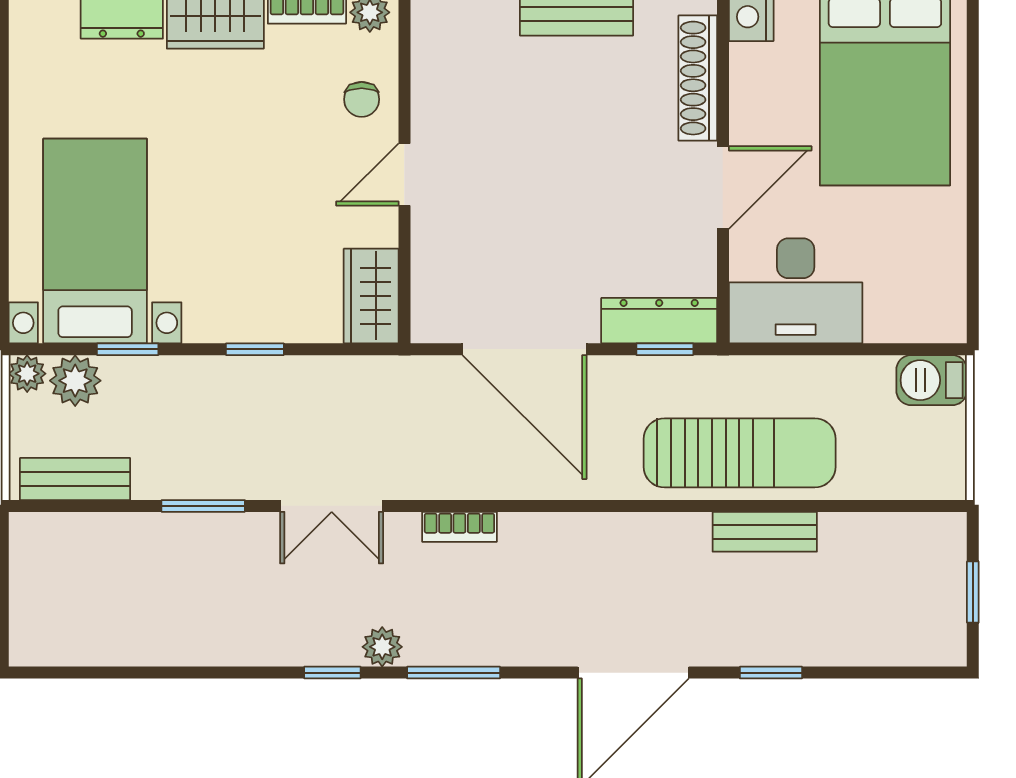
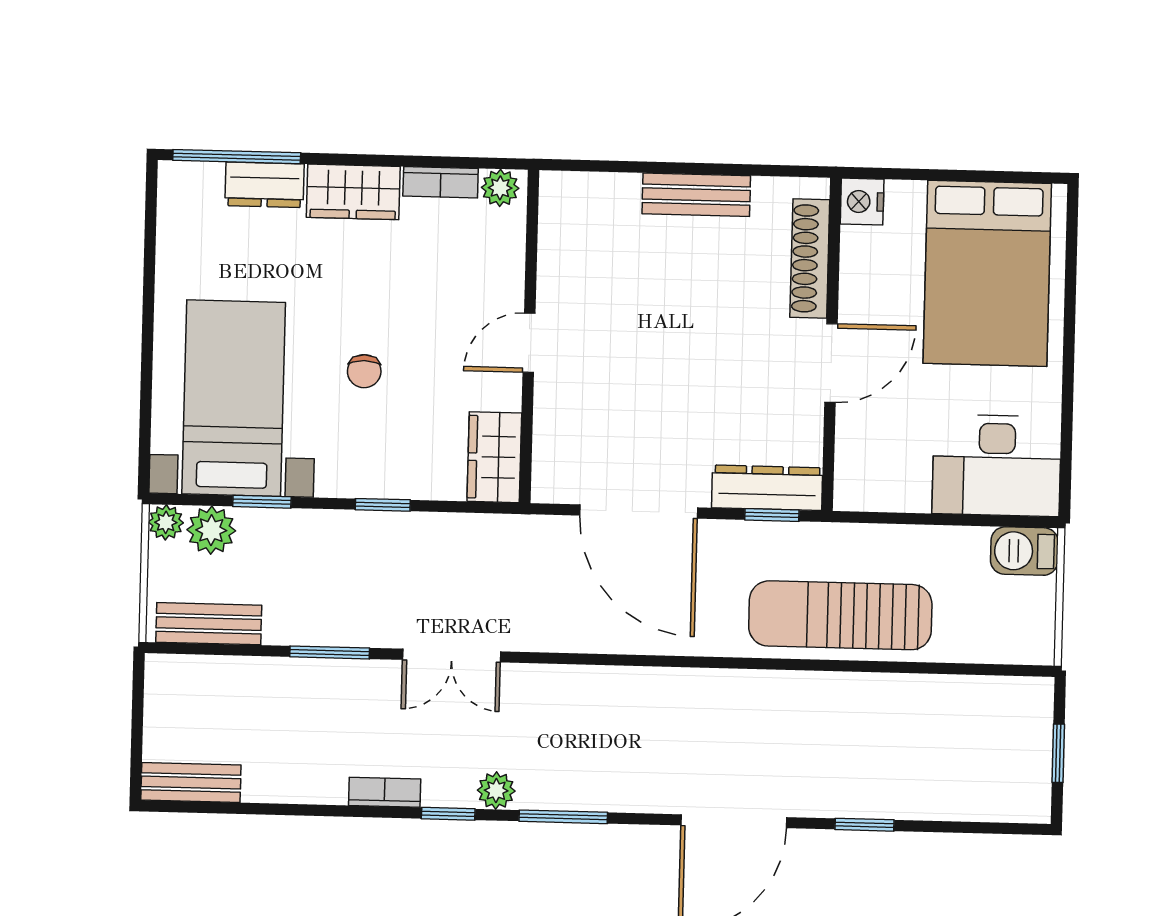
chair: (362, 99) -> (364, 371), moved
desk: (796, 291) -> (997, 465), moved
sun lounger: (740, 453) -> (840, 615), turned 180
bookcase: (459, 527) -> (385, 792), moved, turned 180
bench: (765, 532) -> (191, 783), moved

